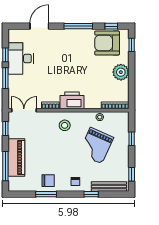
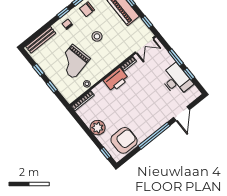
window: (78, 26) -> (154, 136), width x1.46
window: (111, 26) -> (131, 155), removed
stool: (65, 125) -> (97, 36), moved
grand piano: (96, 146) -> (73, 62), turned -126
window: (132, 174) -> (38, 70), moved
window: (91, 194) -> (63, 13), moved

